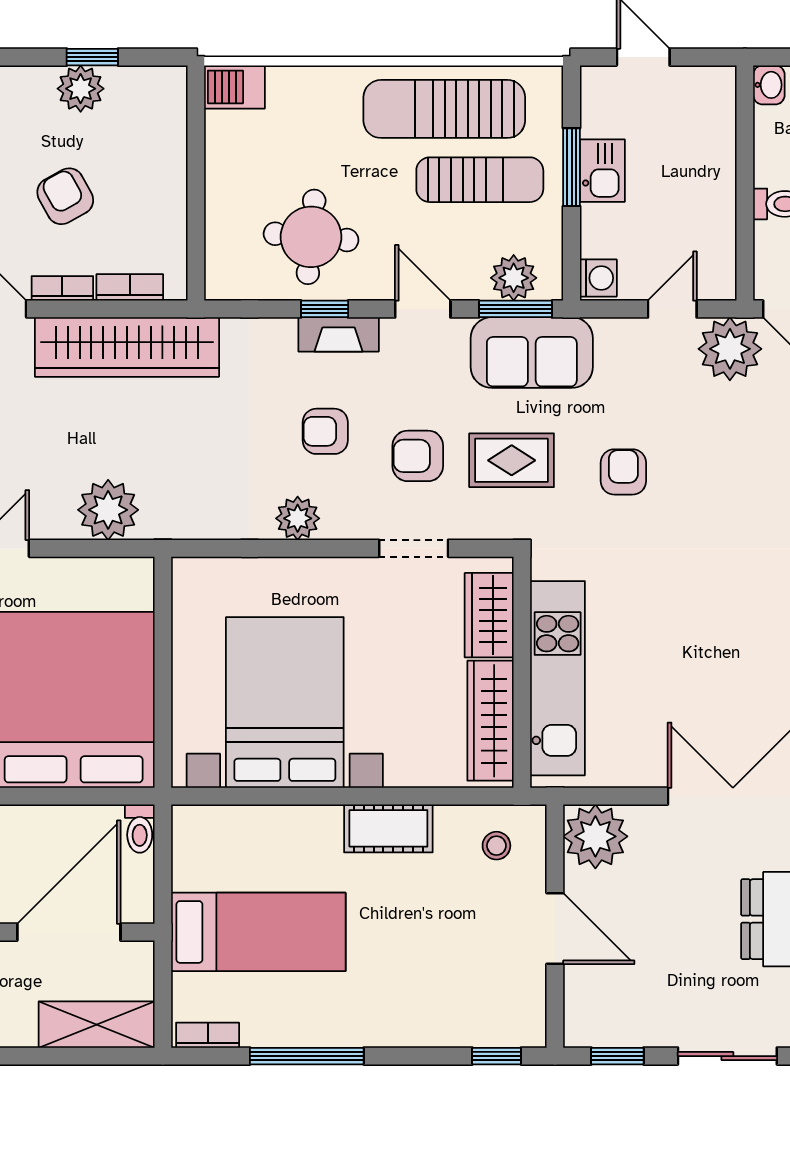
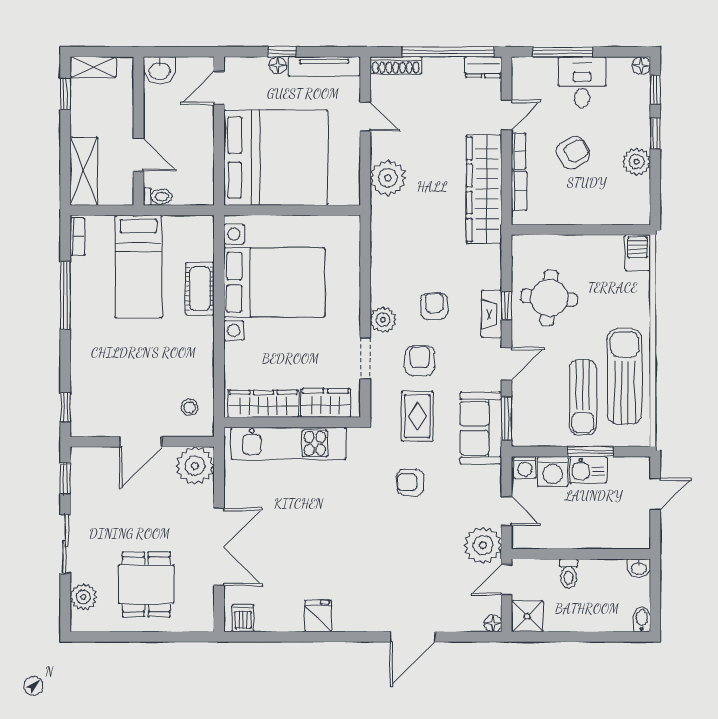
window: (92, 57) -> (655, 134), moved
washing machine: (605, 231) -> (553, 472), added
plant: (514, 278) -> (525, 417), removed
armchair: (623, 472) -> (410, 482), turned 180
plant: (298, 518) -> (383, 320), moved
cot: (388, 828) -> (200, 289), moved
toilet: (140, 829) -> (158, 197), moved, turned 180
door: (69, 932) -> (138, 155), width x0.53

